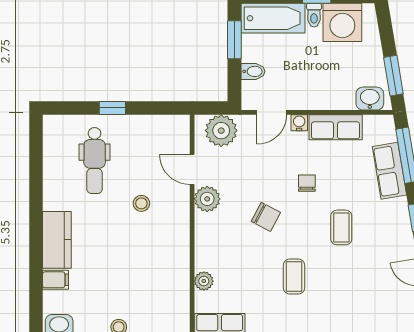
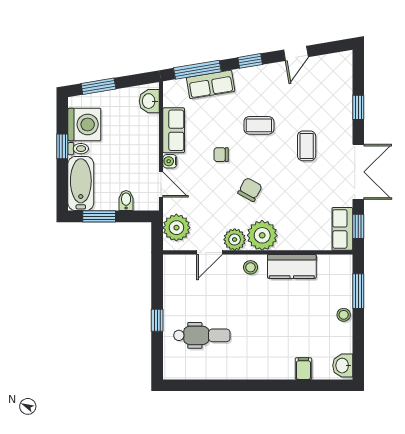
window: (393, 76) -> (98, 86), moved
stool: (141, 203) -> (251, 267), moved
kitchen counter: (57, 240) -> (292, 266), moved, turned 180
coffee table: (294, 276) -> (307, 146), moved, turned 90
plant: (204, 281) -> (262, 235), moved, width x1.87, depth x1.87

